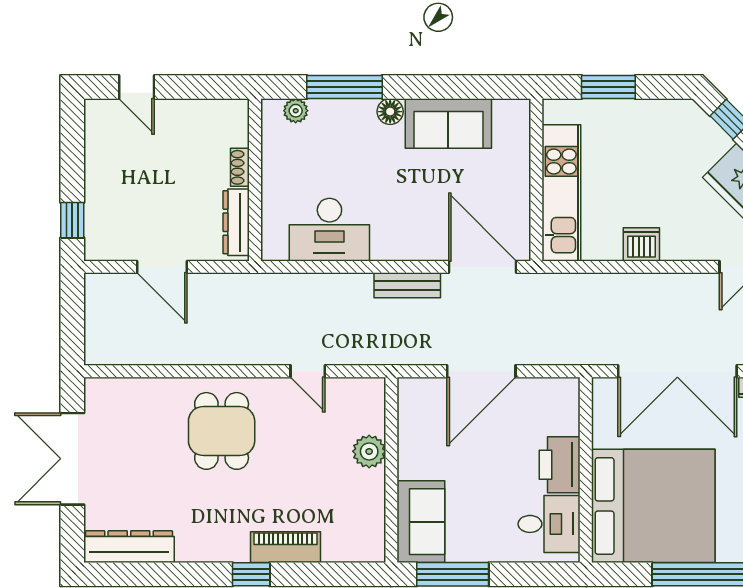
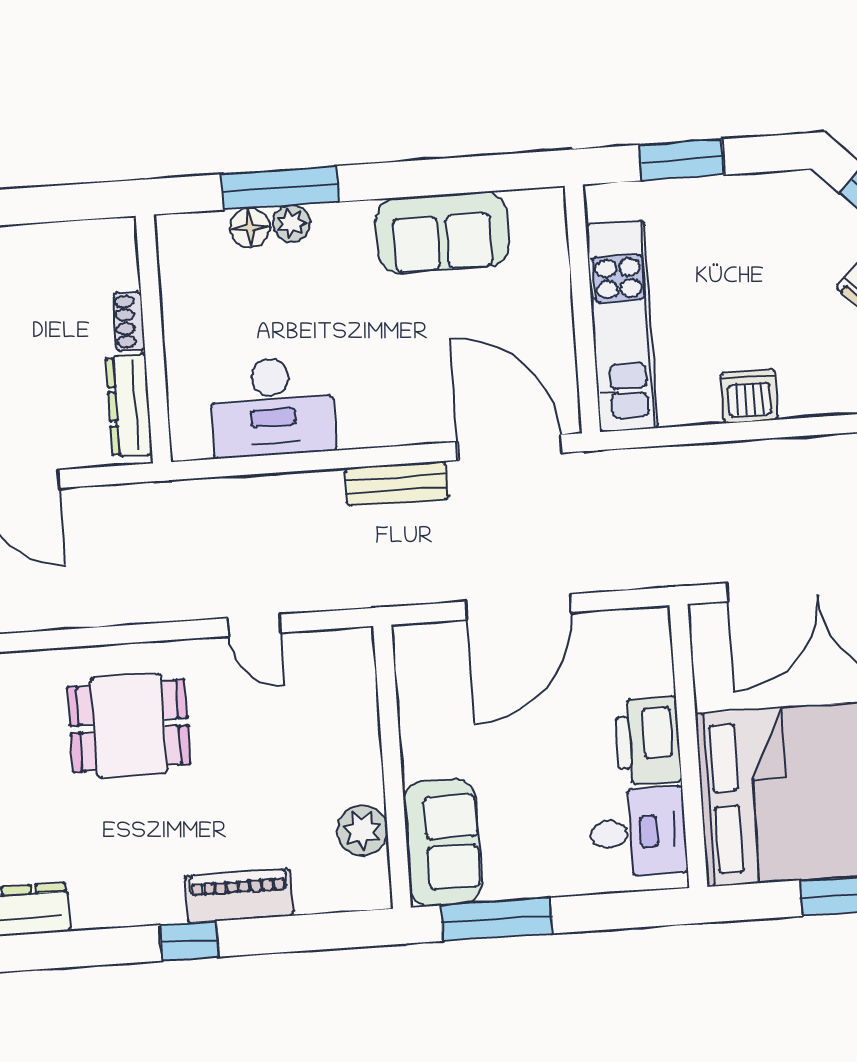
plant: (296, 111) -> (292, 224), moved
floor lamp: (390, 112) -> (250, 228), moved
dining table: (222, 431) -> (129, 725), turned 90
plant: (369, 451) -> (362, 830), moved

